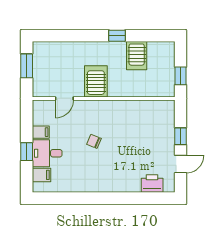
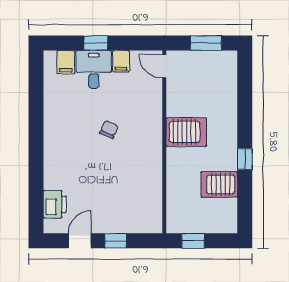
door: (64, 98) -> (164, 66), moved
door: (180, 164) -> (80, 241), swing flipped

